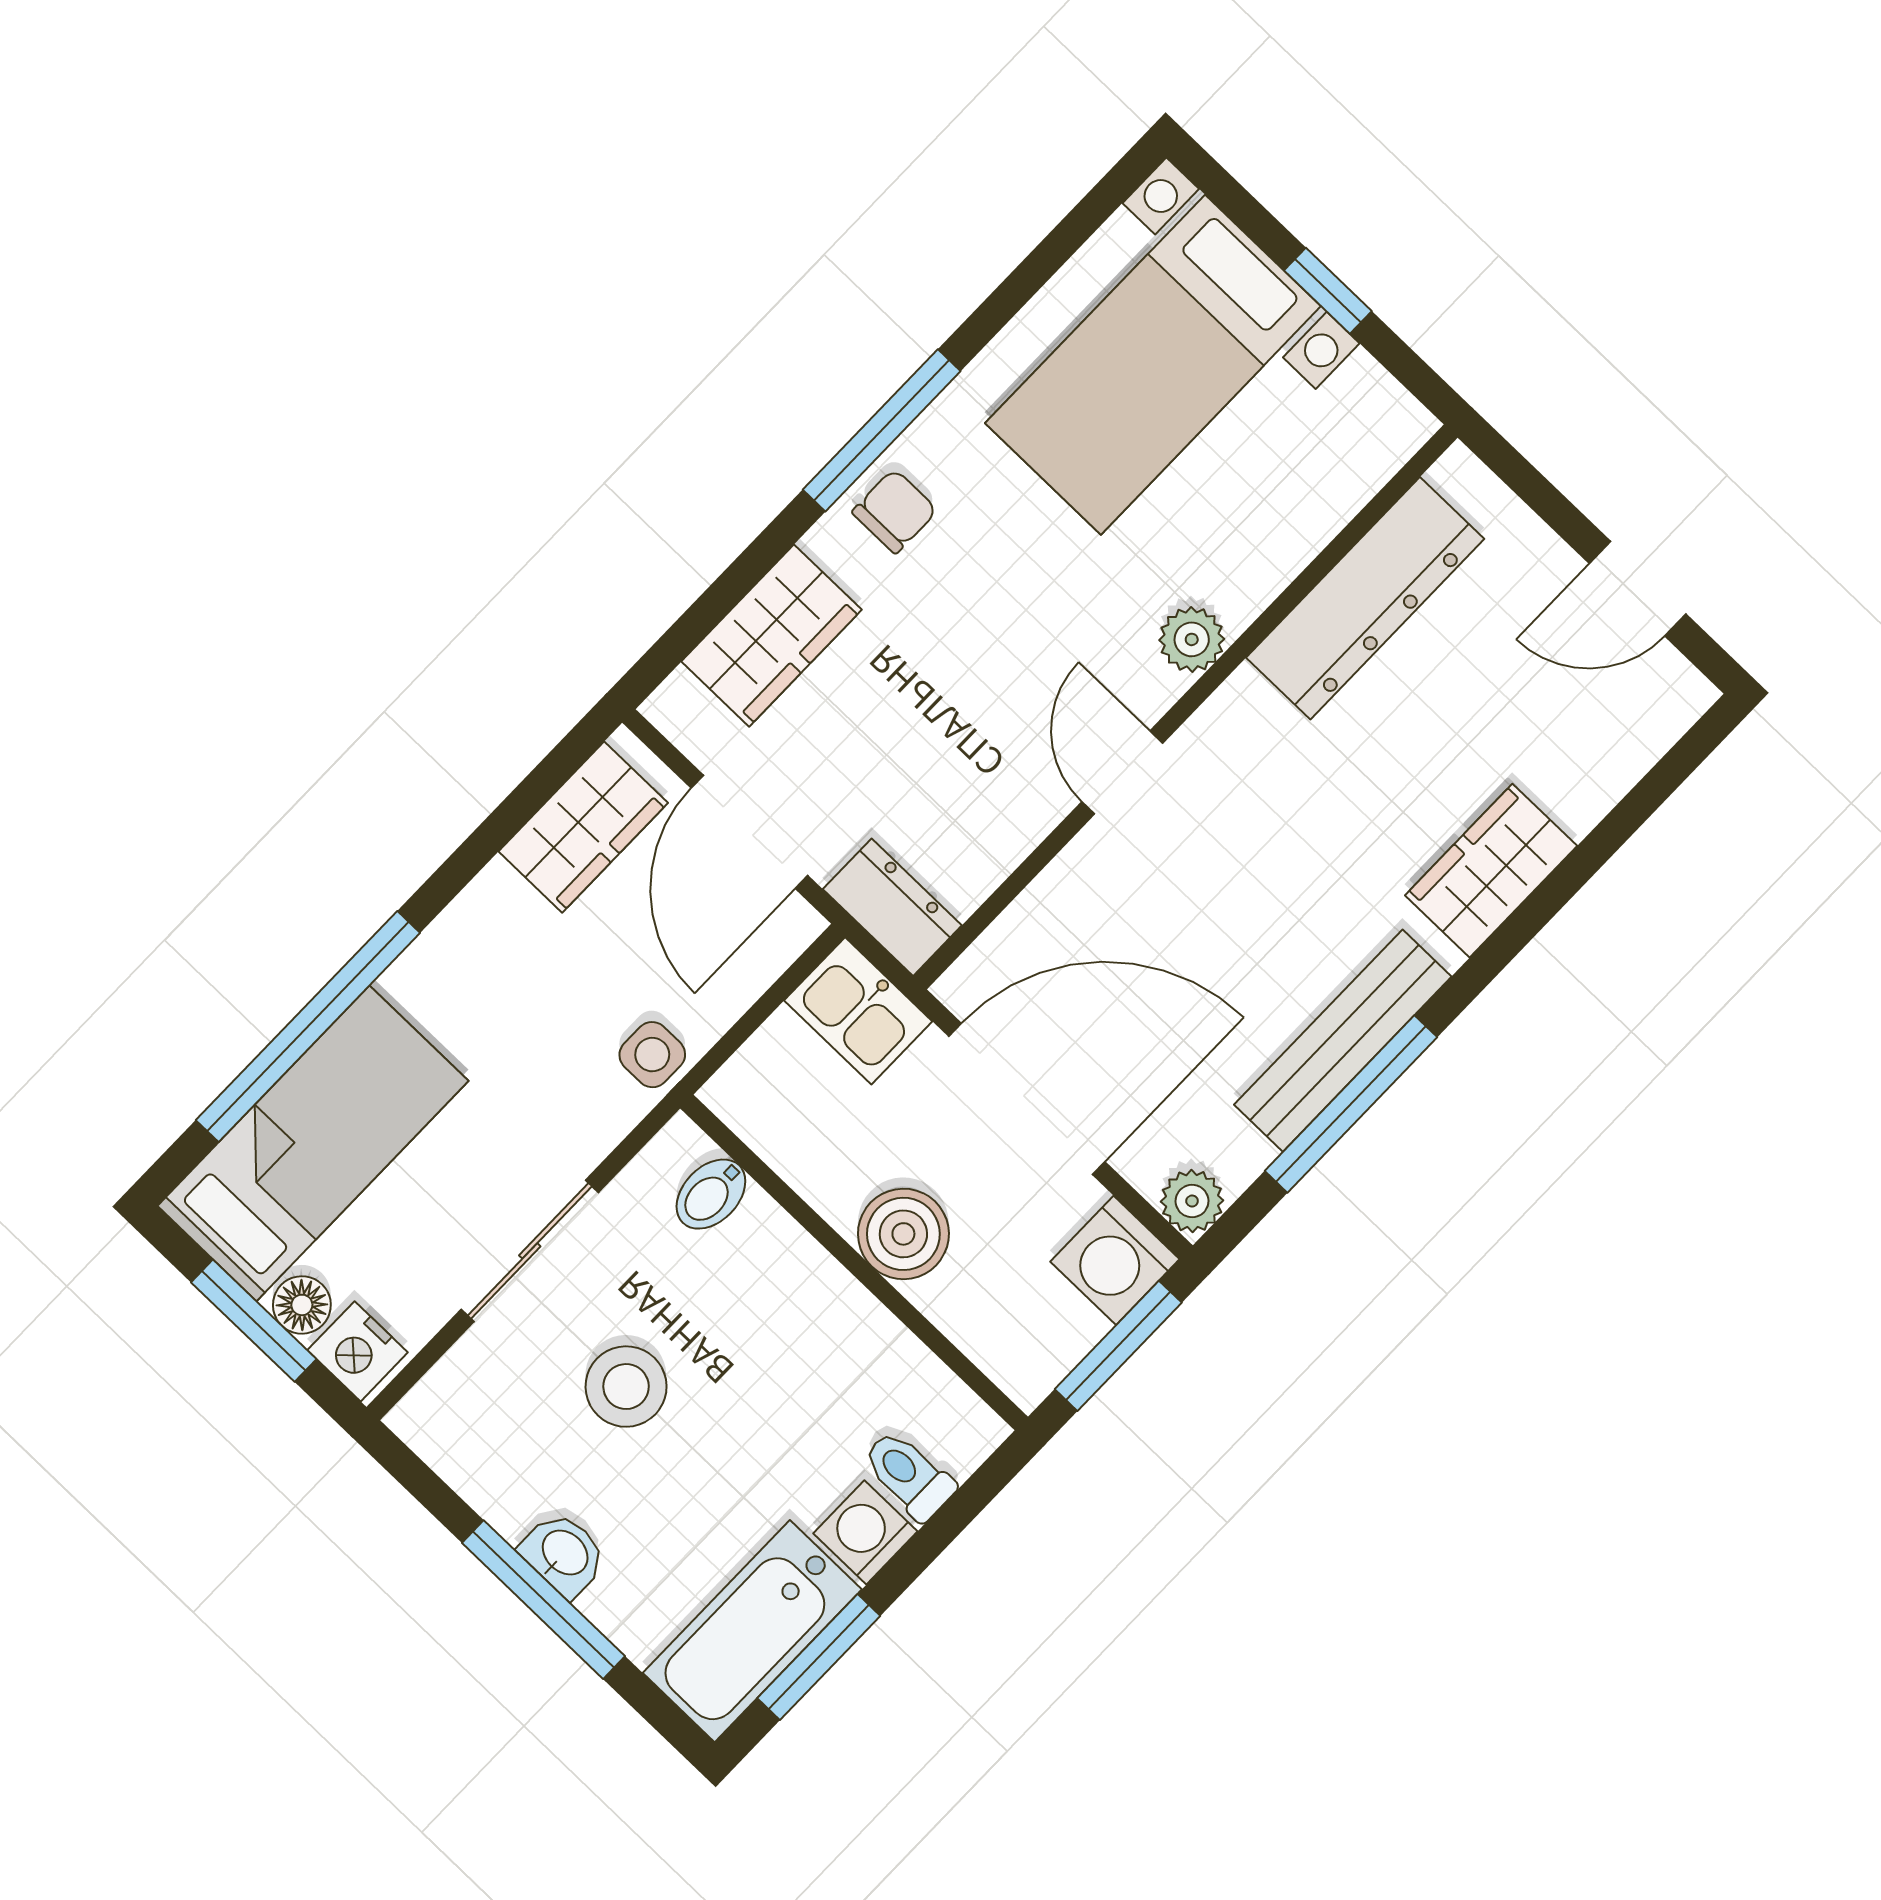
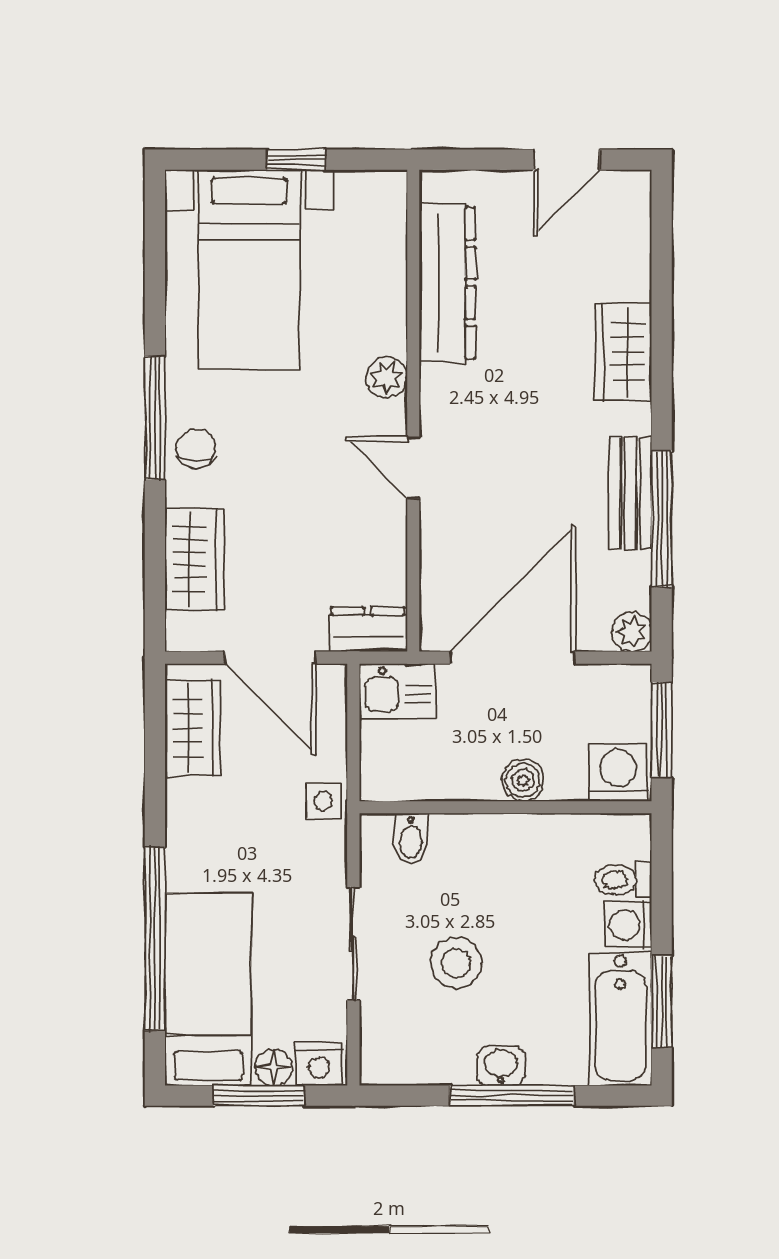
bench: (1343, 1041) -> (630, 493), width x0.73
boiler: (903, 1234) -> (523, 780), width x0.73, depth x0.73
washing machine: (1115, 1260) -> (618, 772), moved, turned 180

